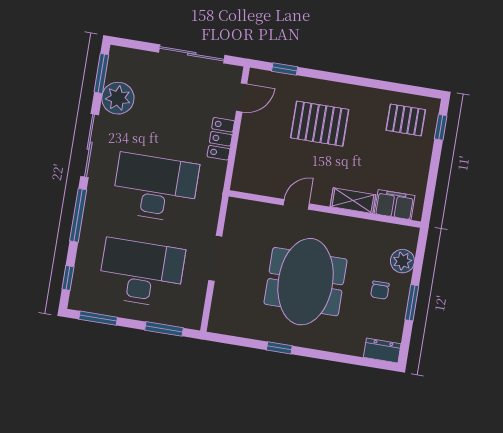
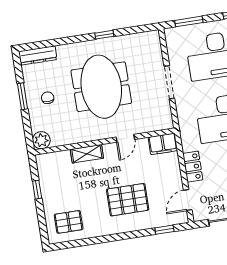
window: (441, 127) -> (37, 190), moved
filing cabinet: (395, 205) -> (163, 144), moved
plant: (402, 261) -> (41, 140), moved
dresser: (382, 350) -> (38, 55), width x1.44

